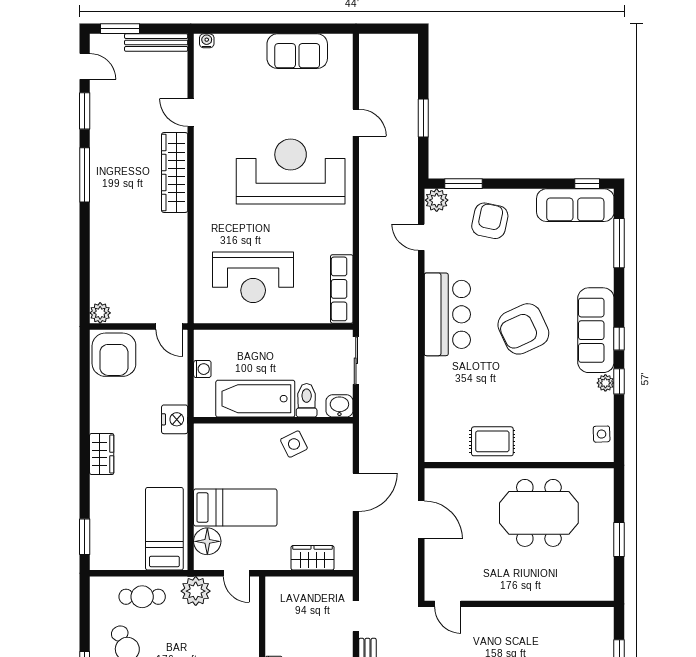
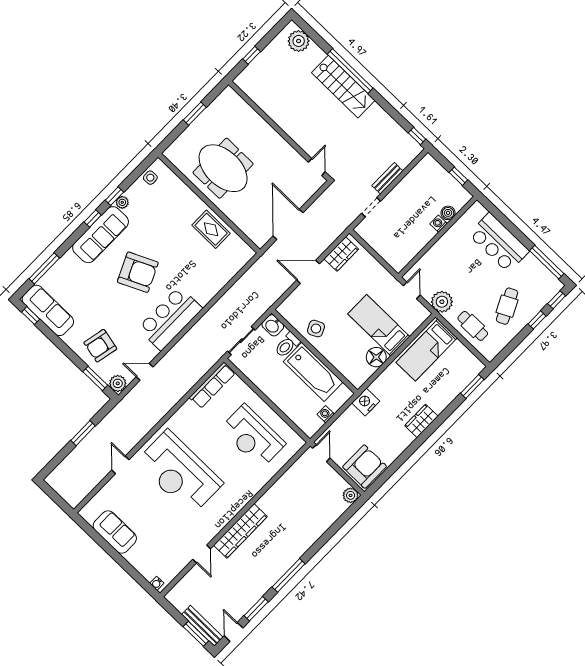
bench: (156, 43) -> (202, 626), moved
door: (421, 237) -> (145, 372), swing flipped
reception desk: (253, 277) -> (253, 436), turned 180
door: (421, 520) -> (288, 224), width x1.36
floor lamp: (207, 541) -> (376, 357), moved
wardrobe: (312, 558) -> (341, 254), moved, turned -90

